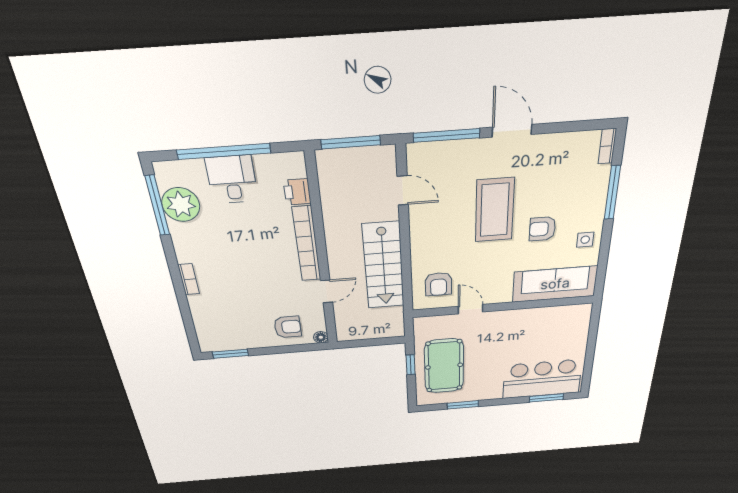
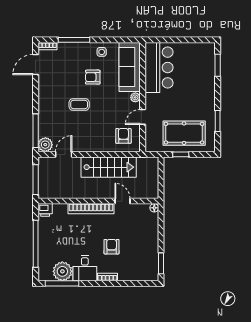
door: (512, 131) -> (36, 65), moved
plant: (420, 156) -> (45, 145), added
desk: (232, 180) -> (85, 268), moved, turned -90
printer: (297, 192) -> (45, 210), moved
coffee table: (495, 210) -> (79, 105), width x0.54, depth x0.58
armchair: (542, 229) -> (93, 77), turned 90
armchair: (439, 284) -> (123, 136), turned -90
plant: (503, 296) -> (135, 97), added
armchair: (288, 327) -> (112, 247), moved
bar counter: (542, 379) -> (159, 68), moved, turned 180

